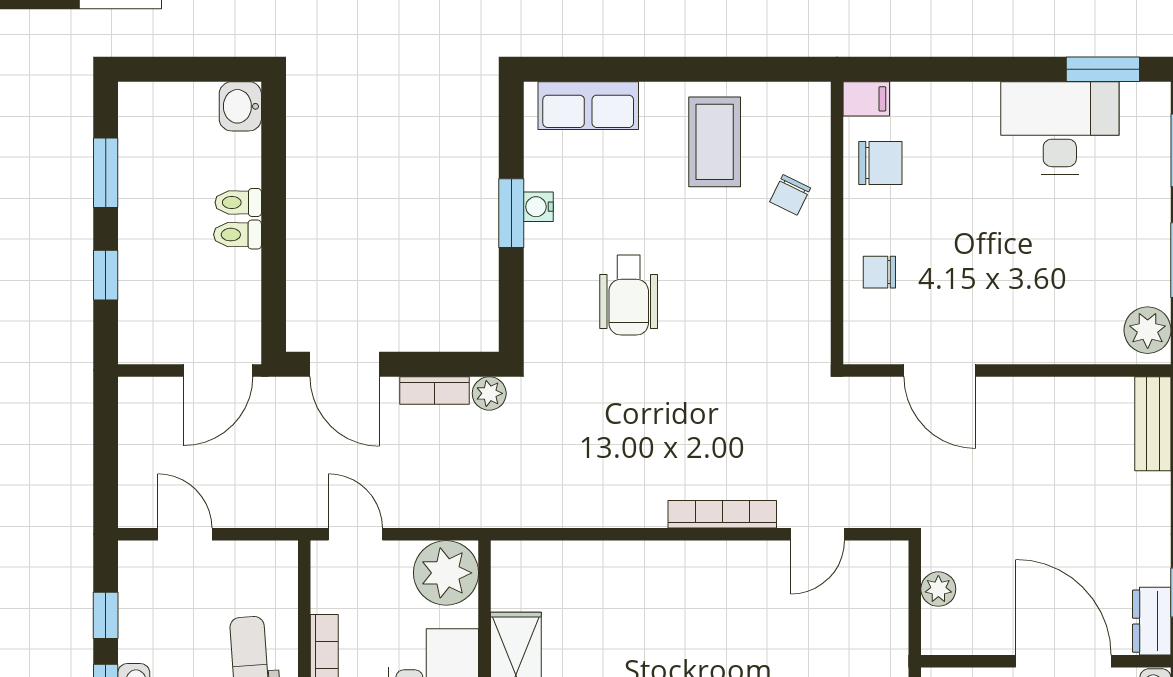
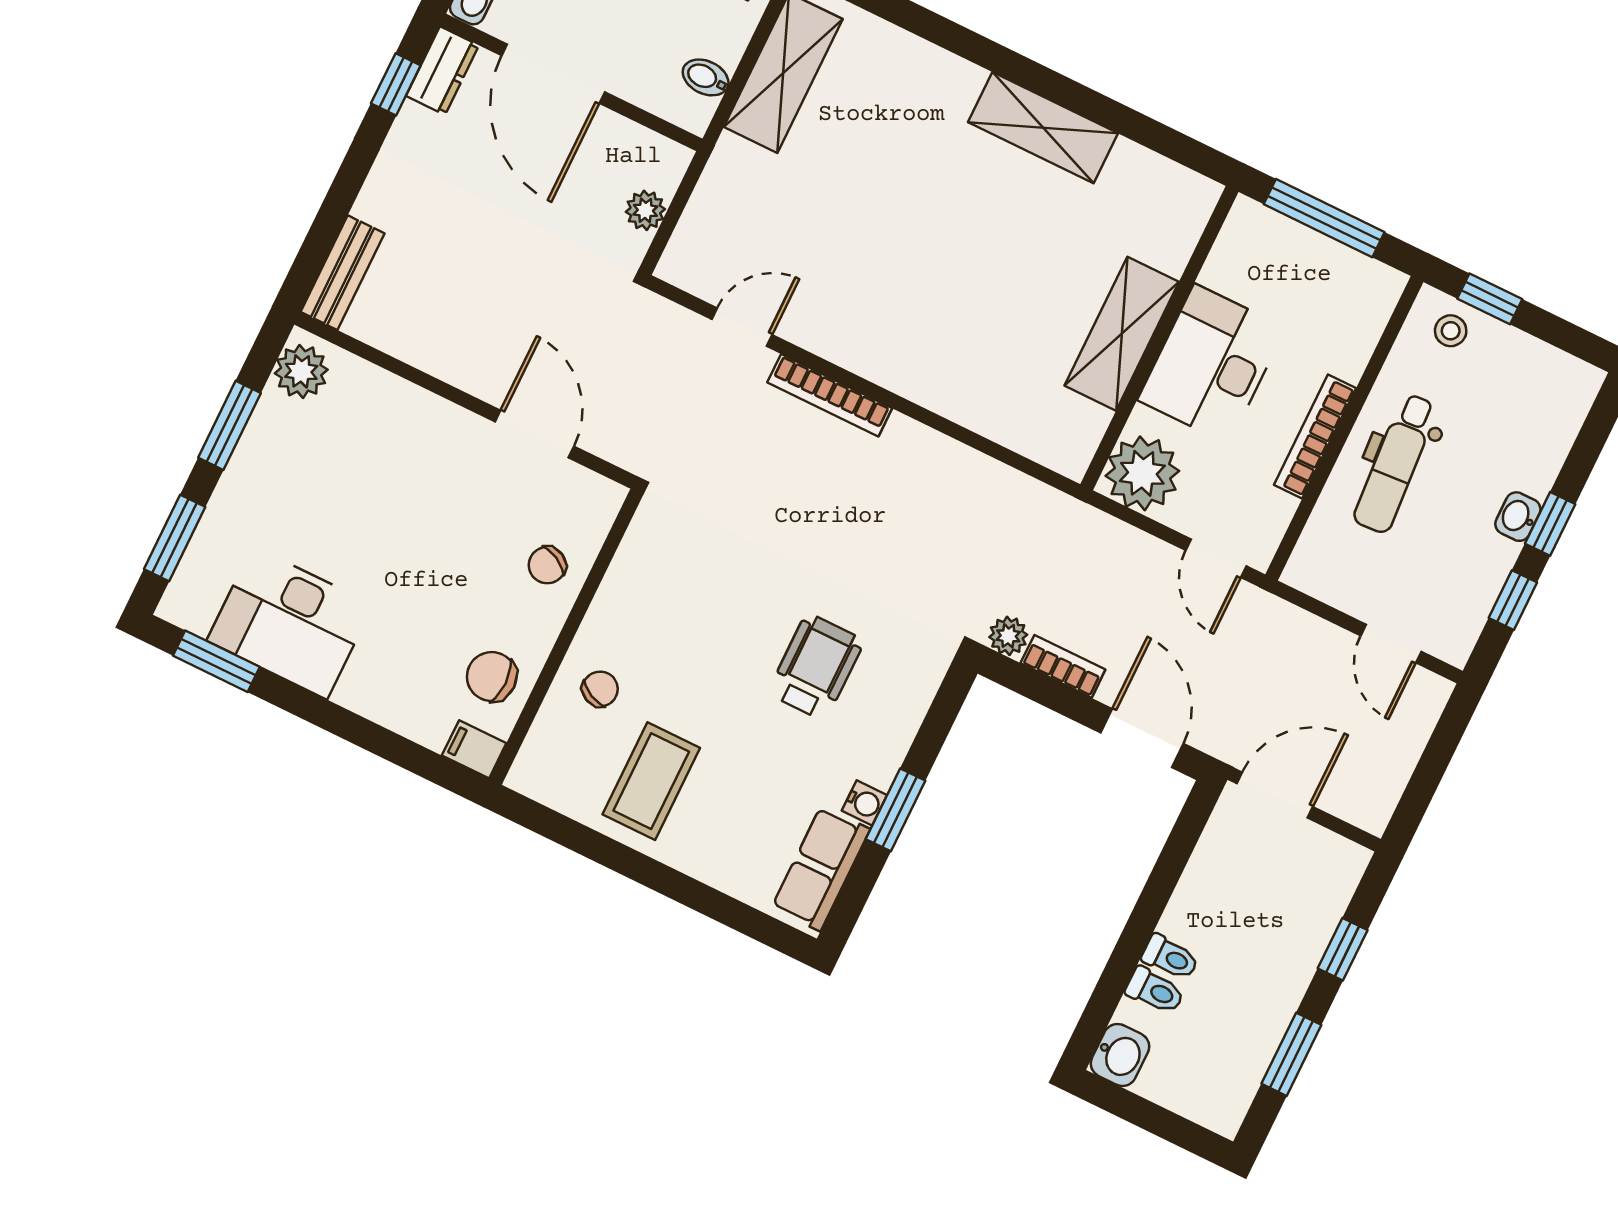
row of seats: (588, 106) -> (821, 868), moved, turned -90
toilet: (237, 235) -> (1155, 991), moved
chair: (879, 272) -> (547, 565), turned 118

